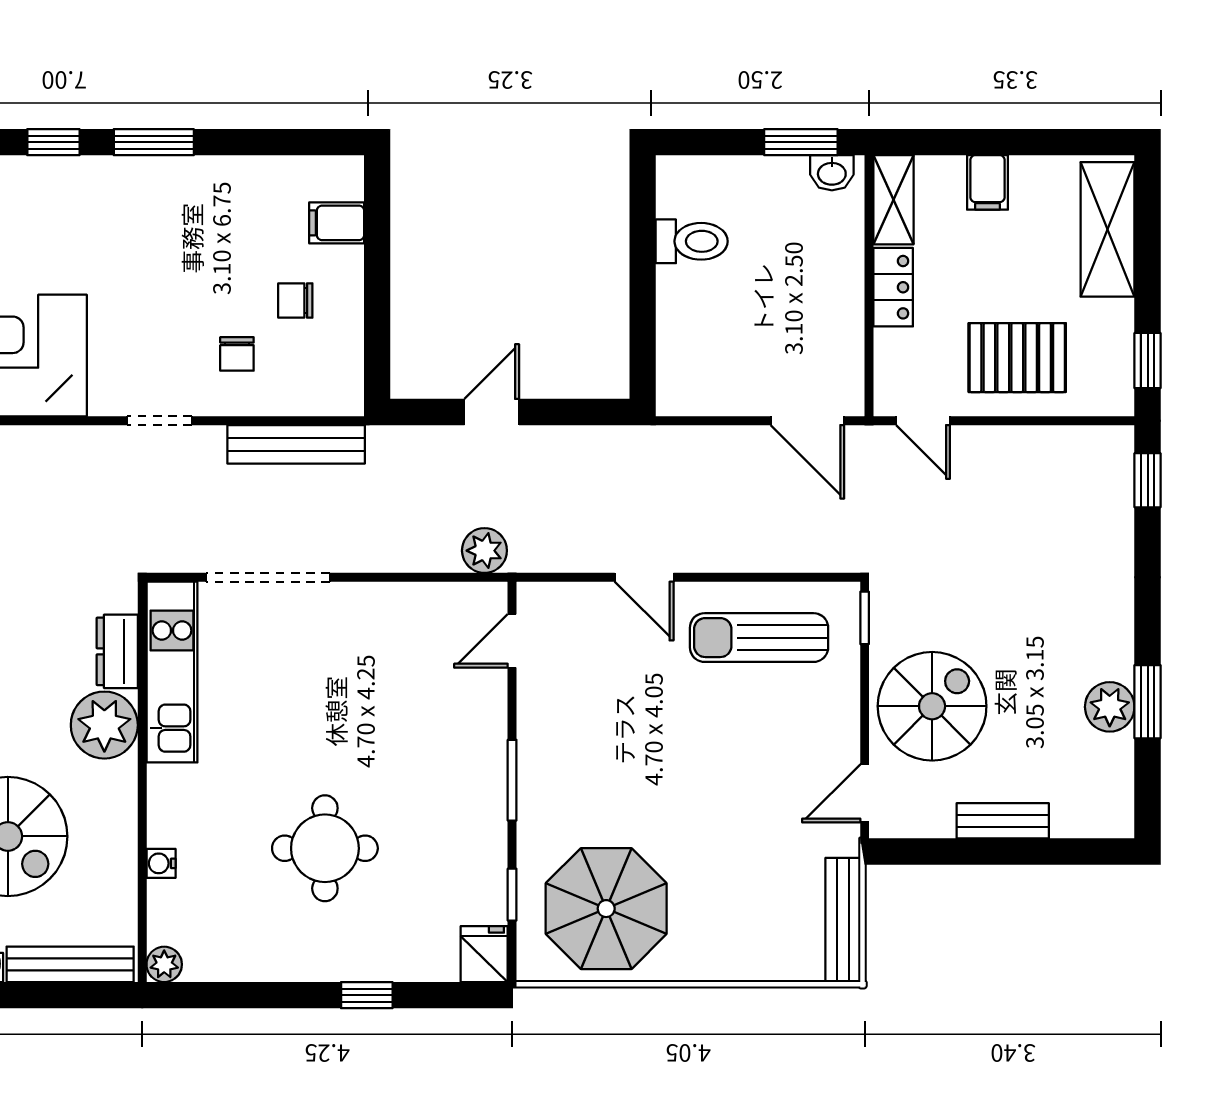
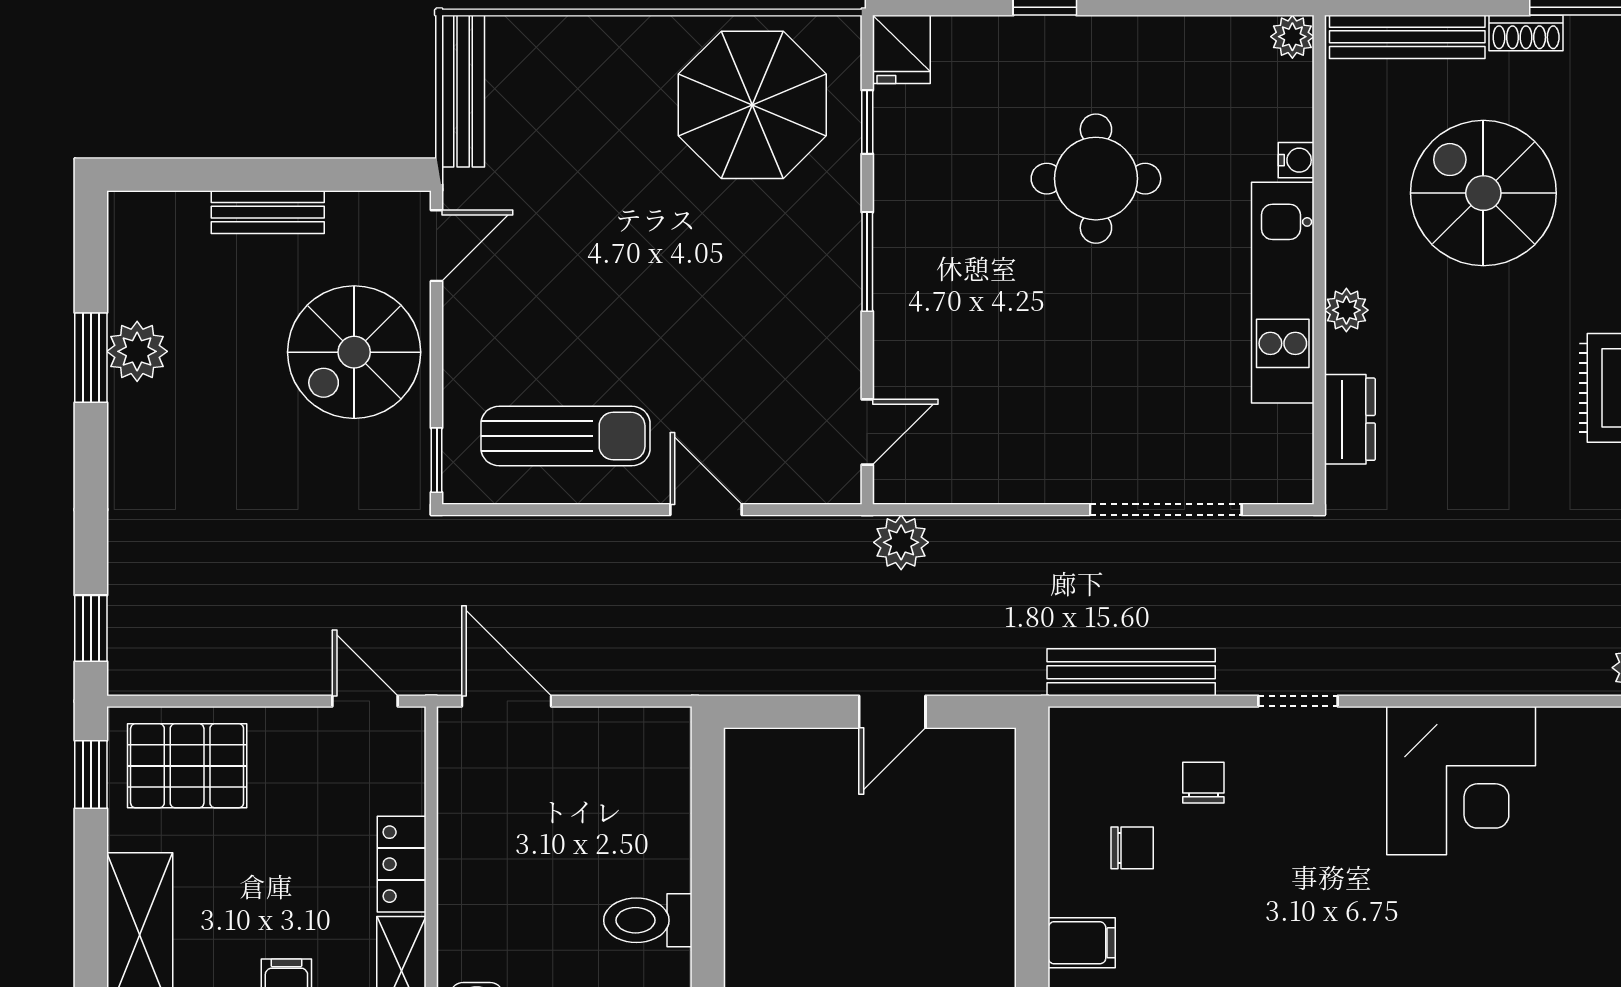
pallet: (1017, 358) -> (187, 766), moved
kitchen unit: (172, 672) -> (1283, 293), moved
plant: (104, 725) -> (1346, 310), width x0.53, depth x0.53

